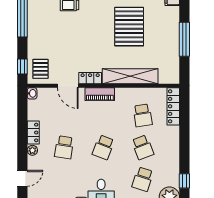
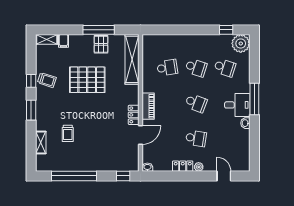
pallet: (41, 69) -> (101, 44), moved, turned 90
shelving: (130, 76) -> (132, 59), moved
locker: (173, 106) -> (159, 40), removed
school desk: (143, 147) -> (196, 68), turned 39

